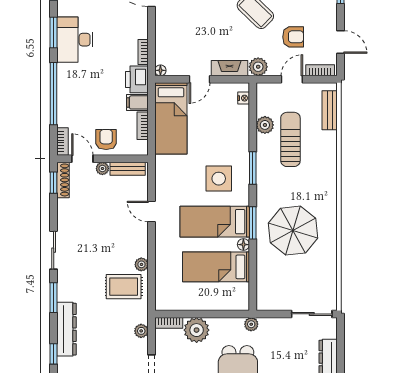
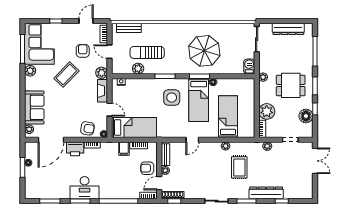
armchair: (169, 44) -> (87, 128), added
printer: (137, 79) -> (75, 149), moved
bed: (216, 267) -> (228, 117), moved, turned 180
rug: (124, 287) -> (239, 167), moved
barbecue: (268, 302) -> (249, 66), added

